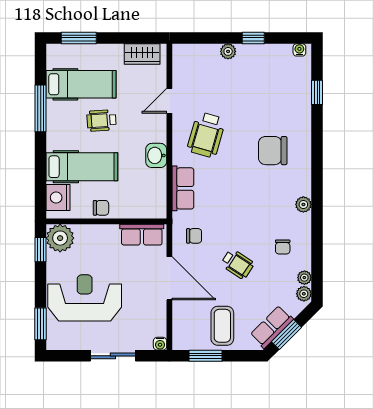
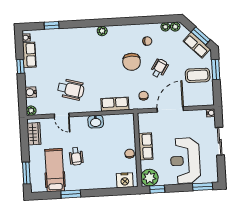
plant: (228, 51) -> (31, 111), moved
water cooler: (210, 52) -> (31, 92), added
row of seats: (271, 54) -> (29, 55), added
window: (41, 108) -> (71, 194), width x0.69
wheelchair: (206, 135) -> (71, 89), moved
chair: (273, 151) -> (132, 62), moved
hospital bed: (82, 167) -> (105, 167), removed
plant: (303, 204) -> (102, 31), moved
row of seats: (142, 235) -> (146, 146), moved
window: (205, 356) -> (216, 69), moved

